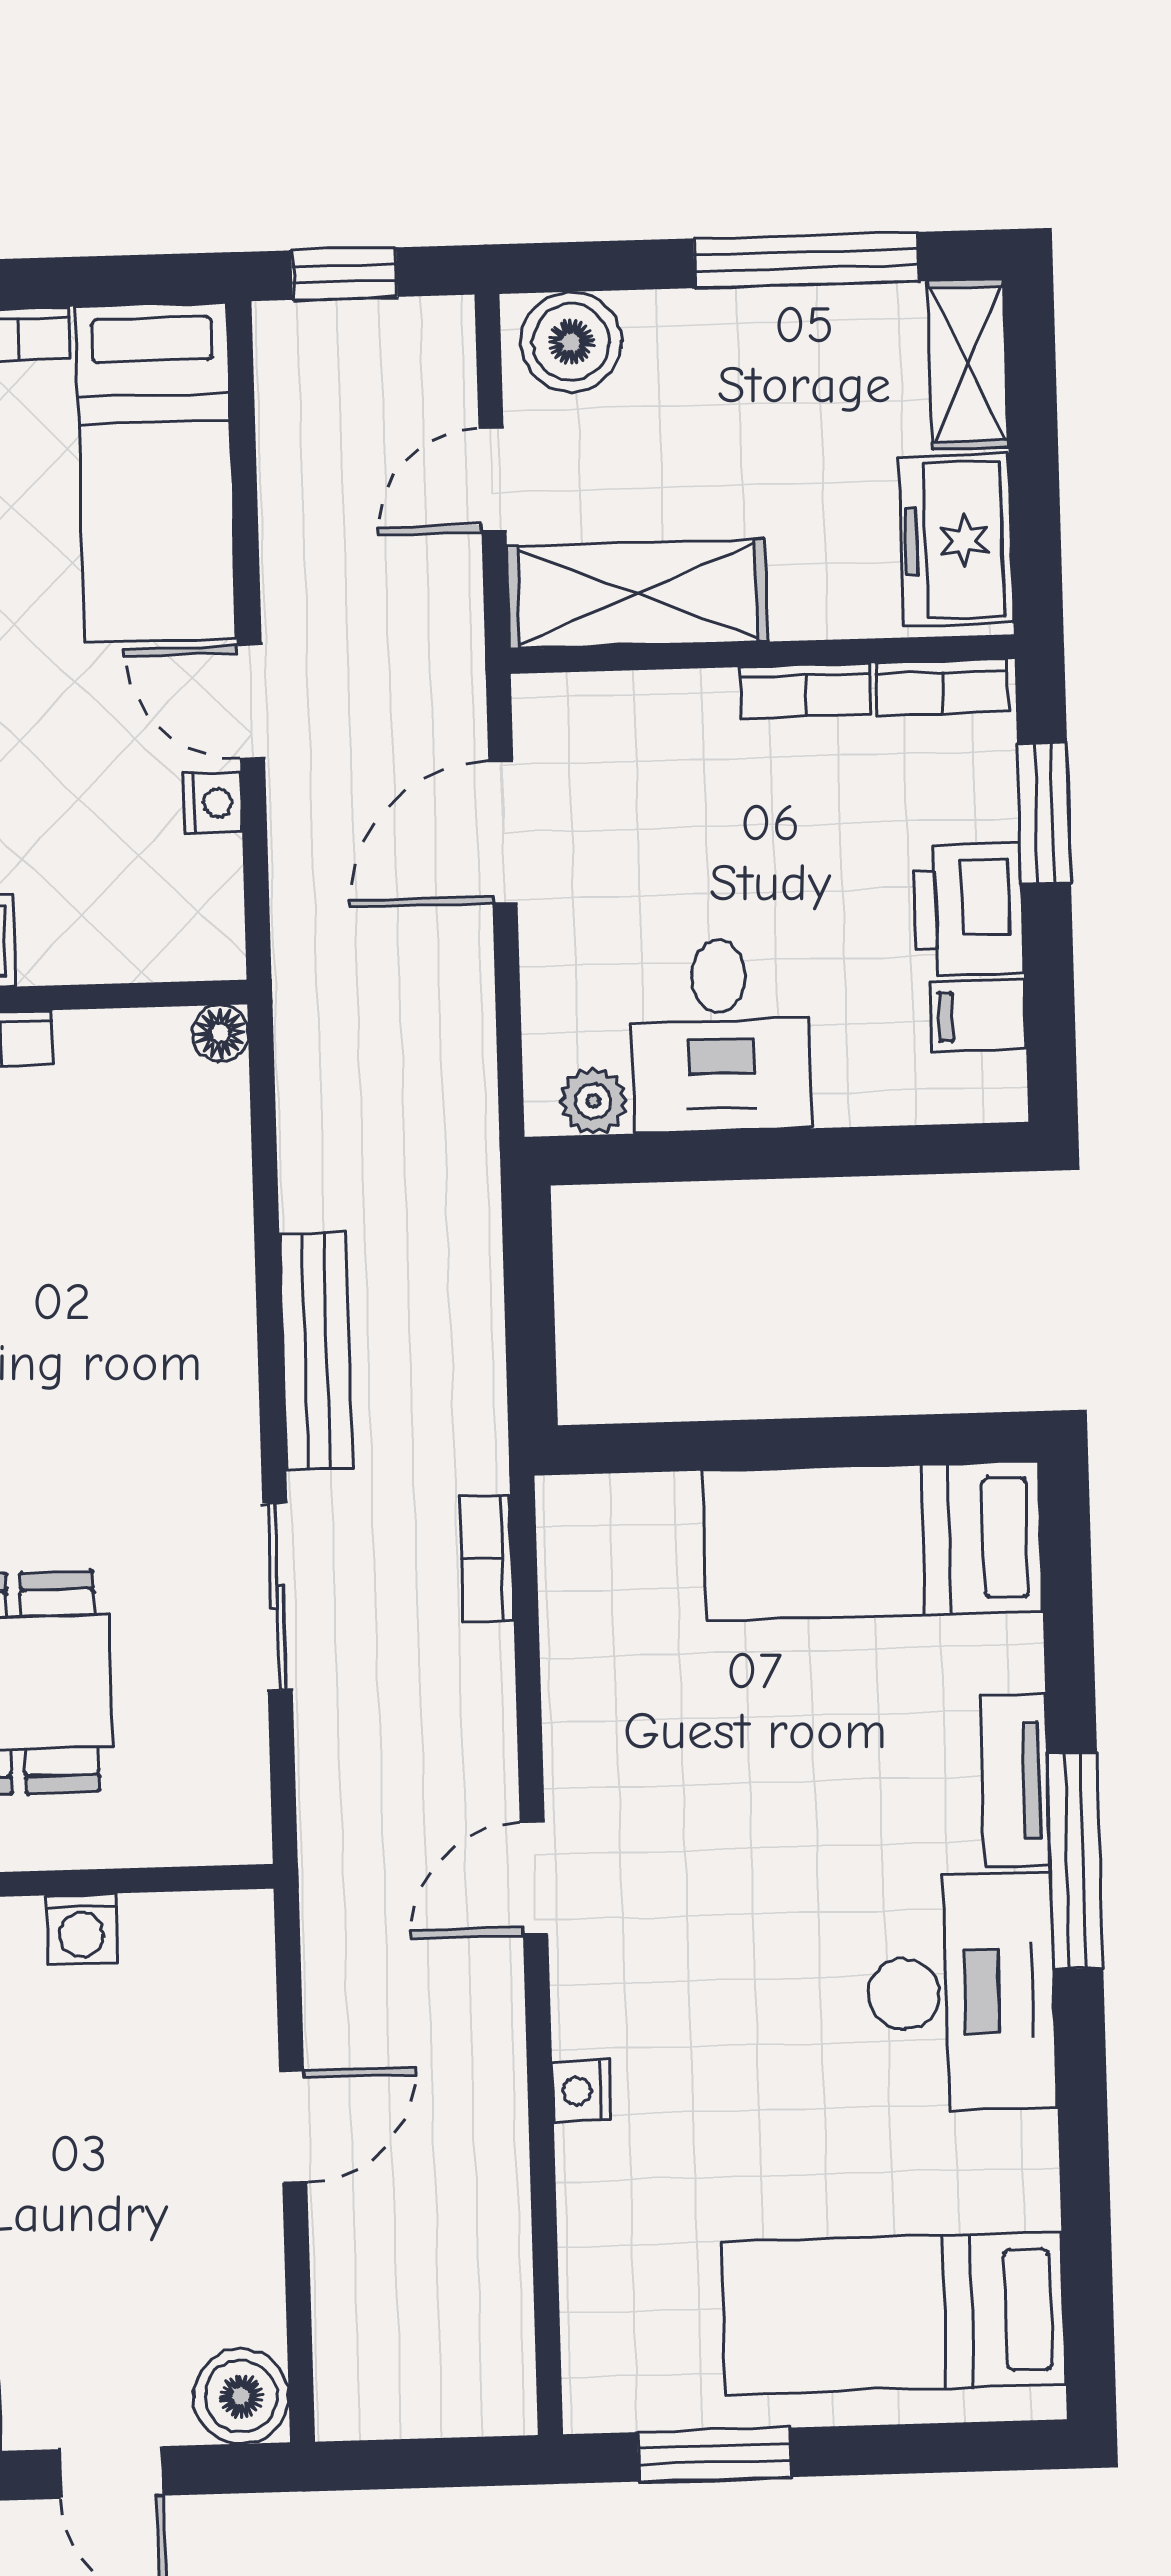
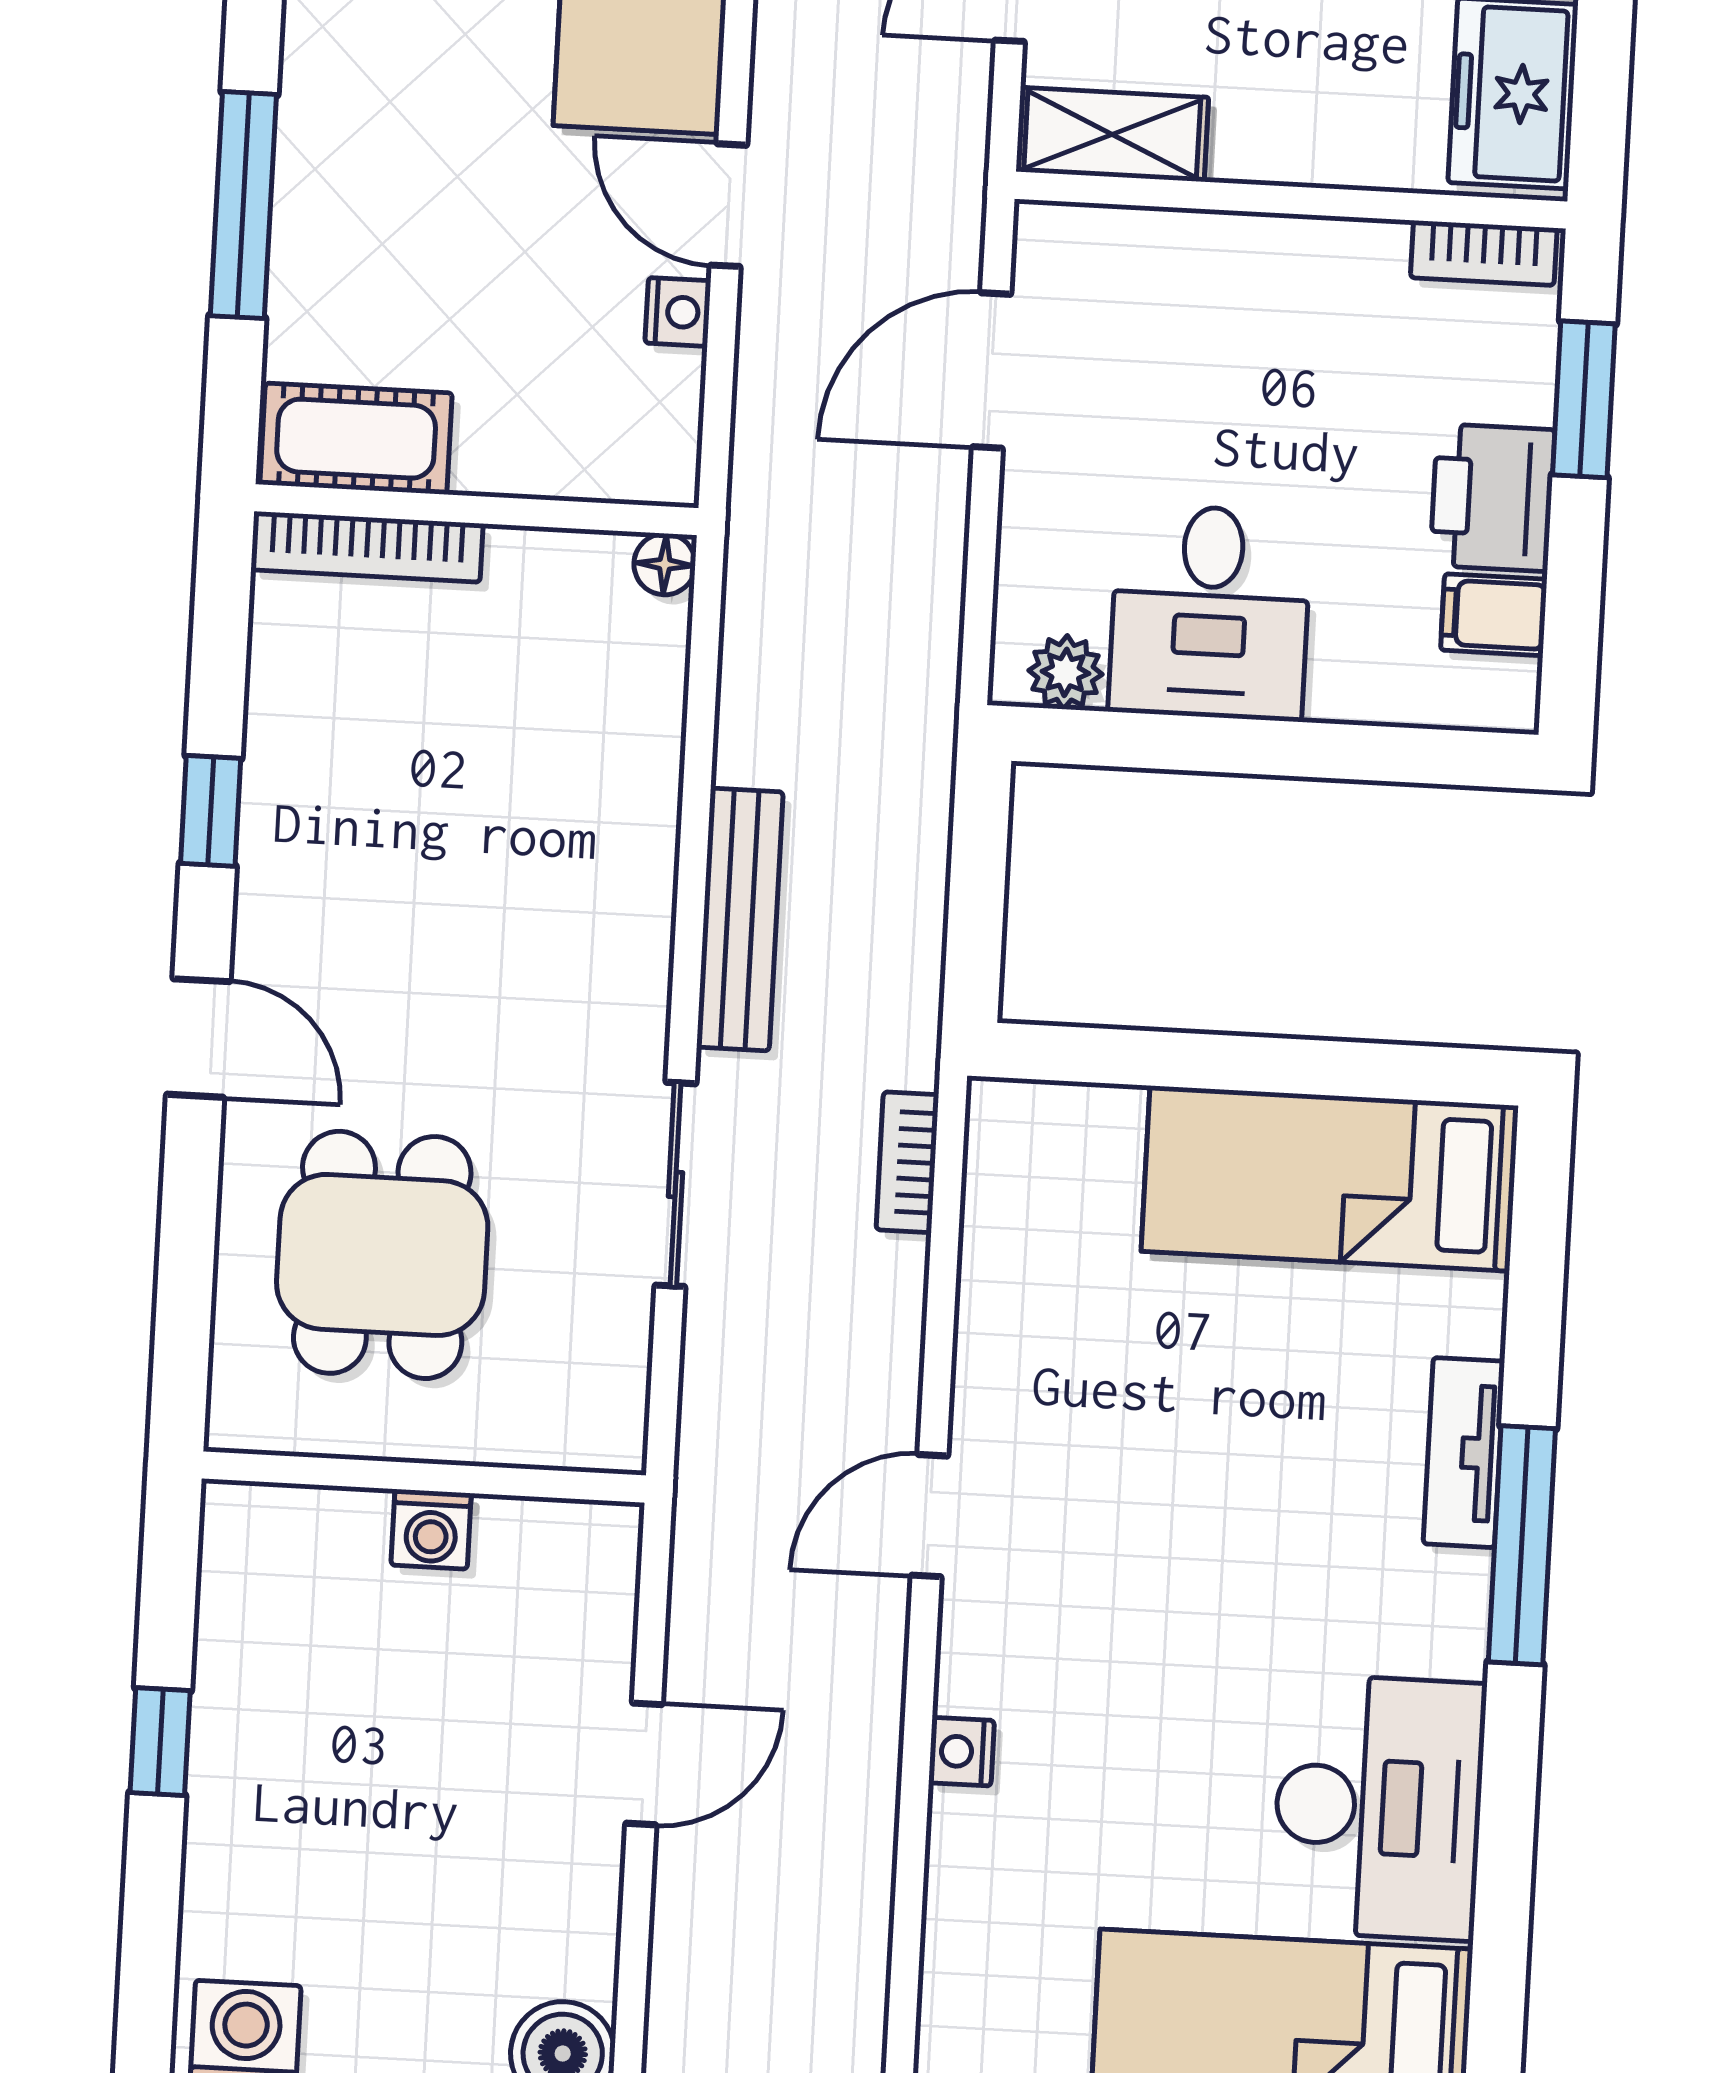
shelving: (637, 594) -> (1112, 134), width x0.67, depth x0.75
bookcase: (806, 691) -> (1335, 244), removed
desk: (961, 1992) -> (1379, 1807), moved

